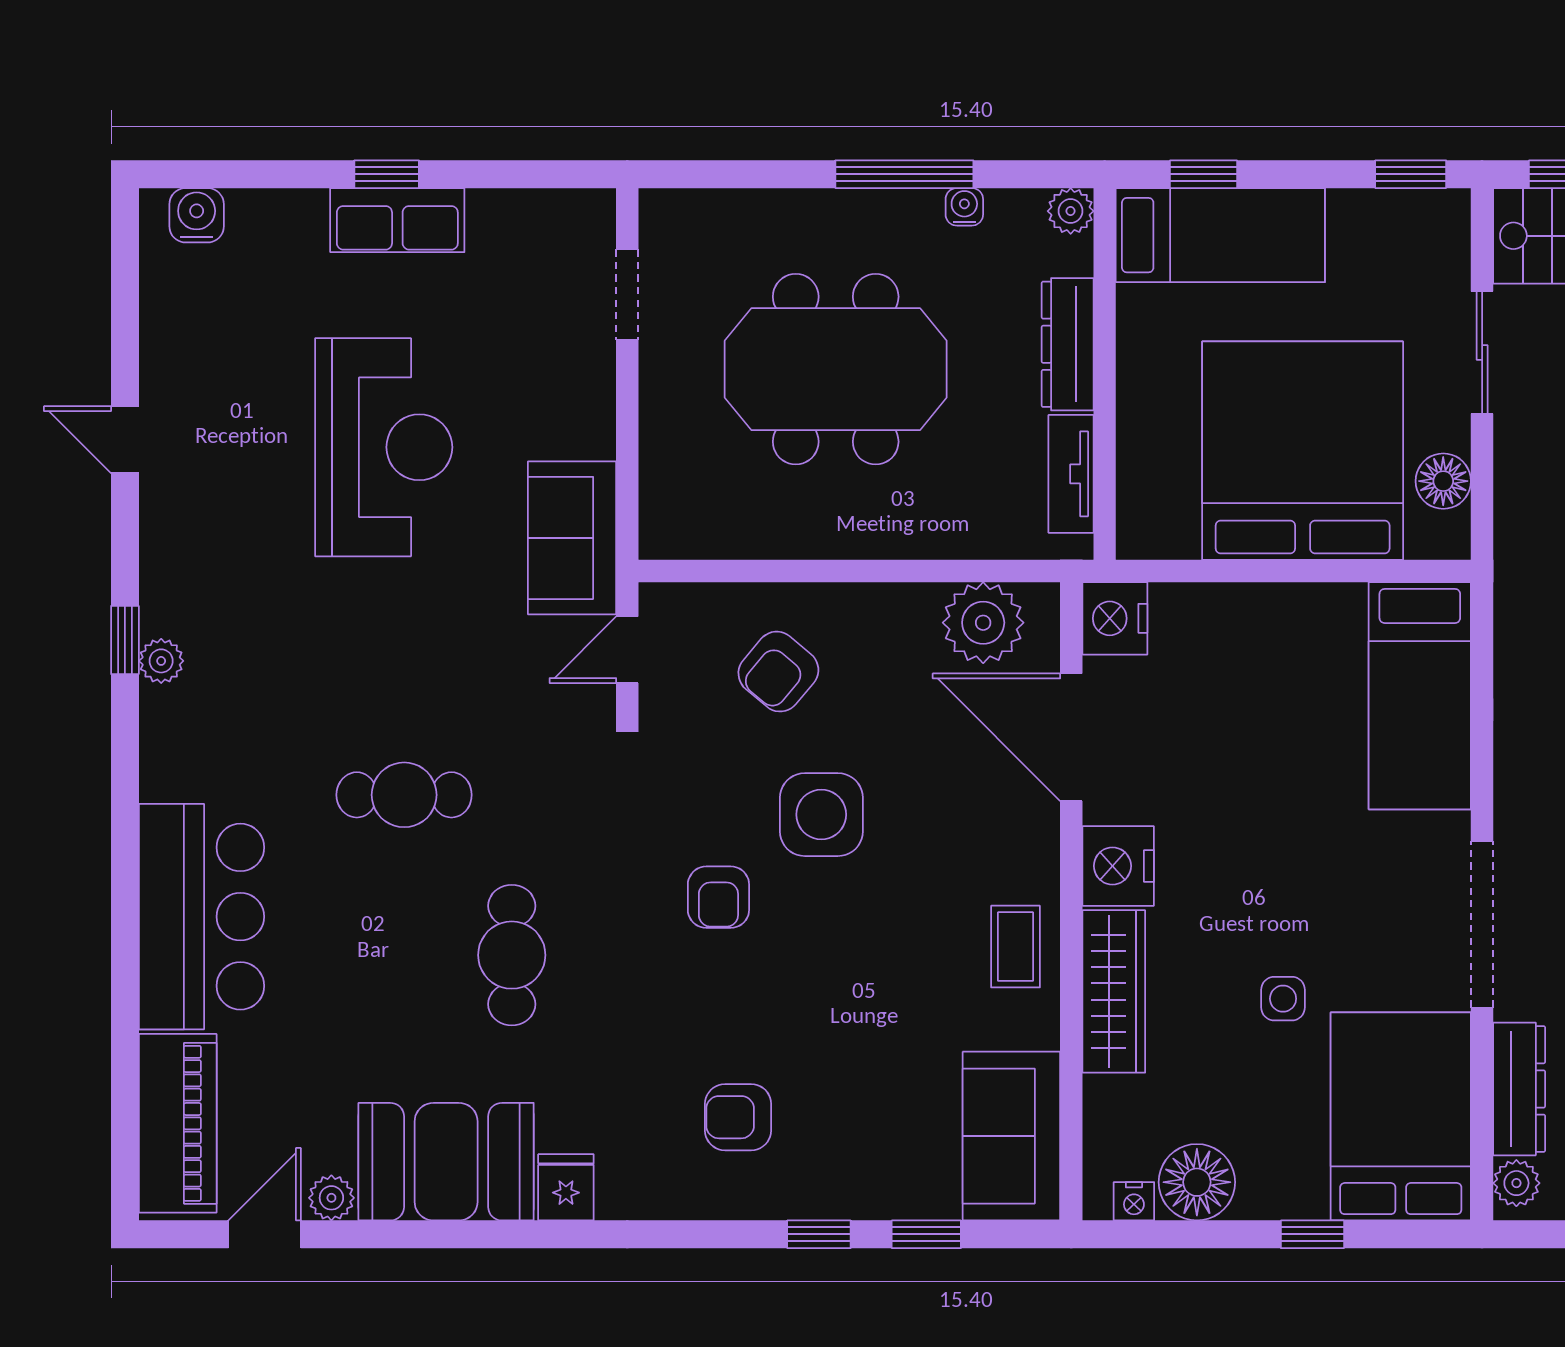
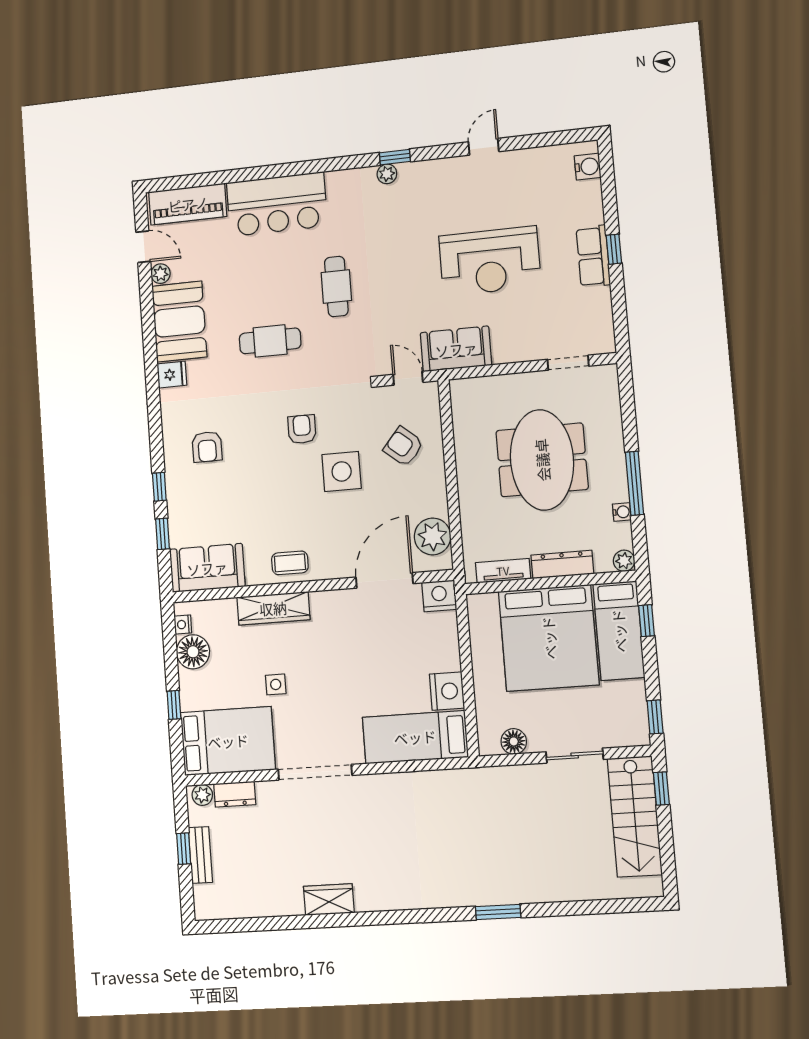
bed: (1303, 451) -> (549, 638), moved, turned 90
nightstand: (1118, 866) -> (447, 691), moved, turned 90
armchair: (718, 897) -> (302, 429), turned 90
dresser: (1519, 1089) -> (235, 794), width x0.70
armchair: (738, 1117) -> (207, 447), turned 180

